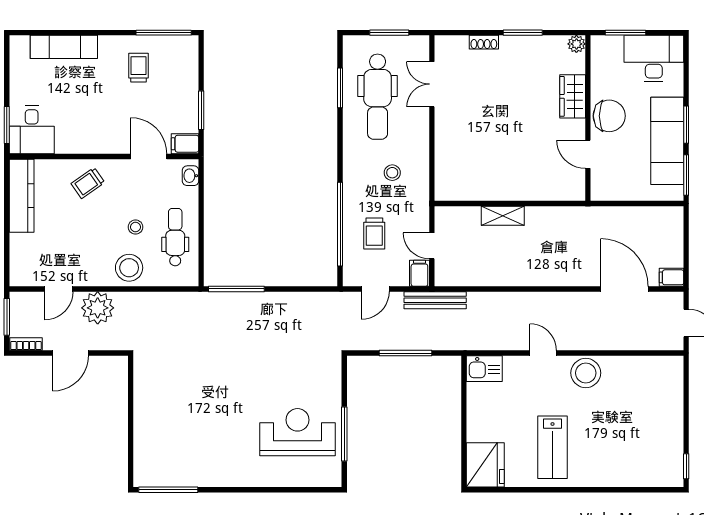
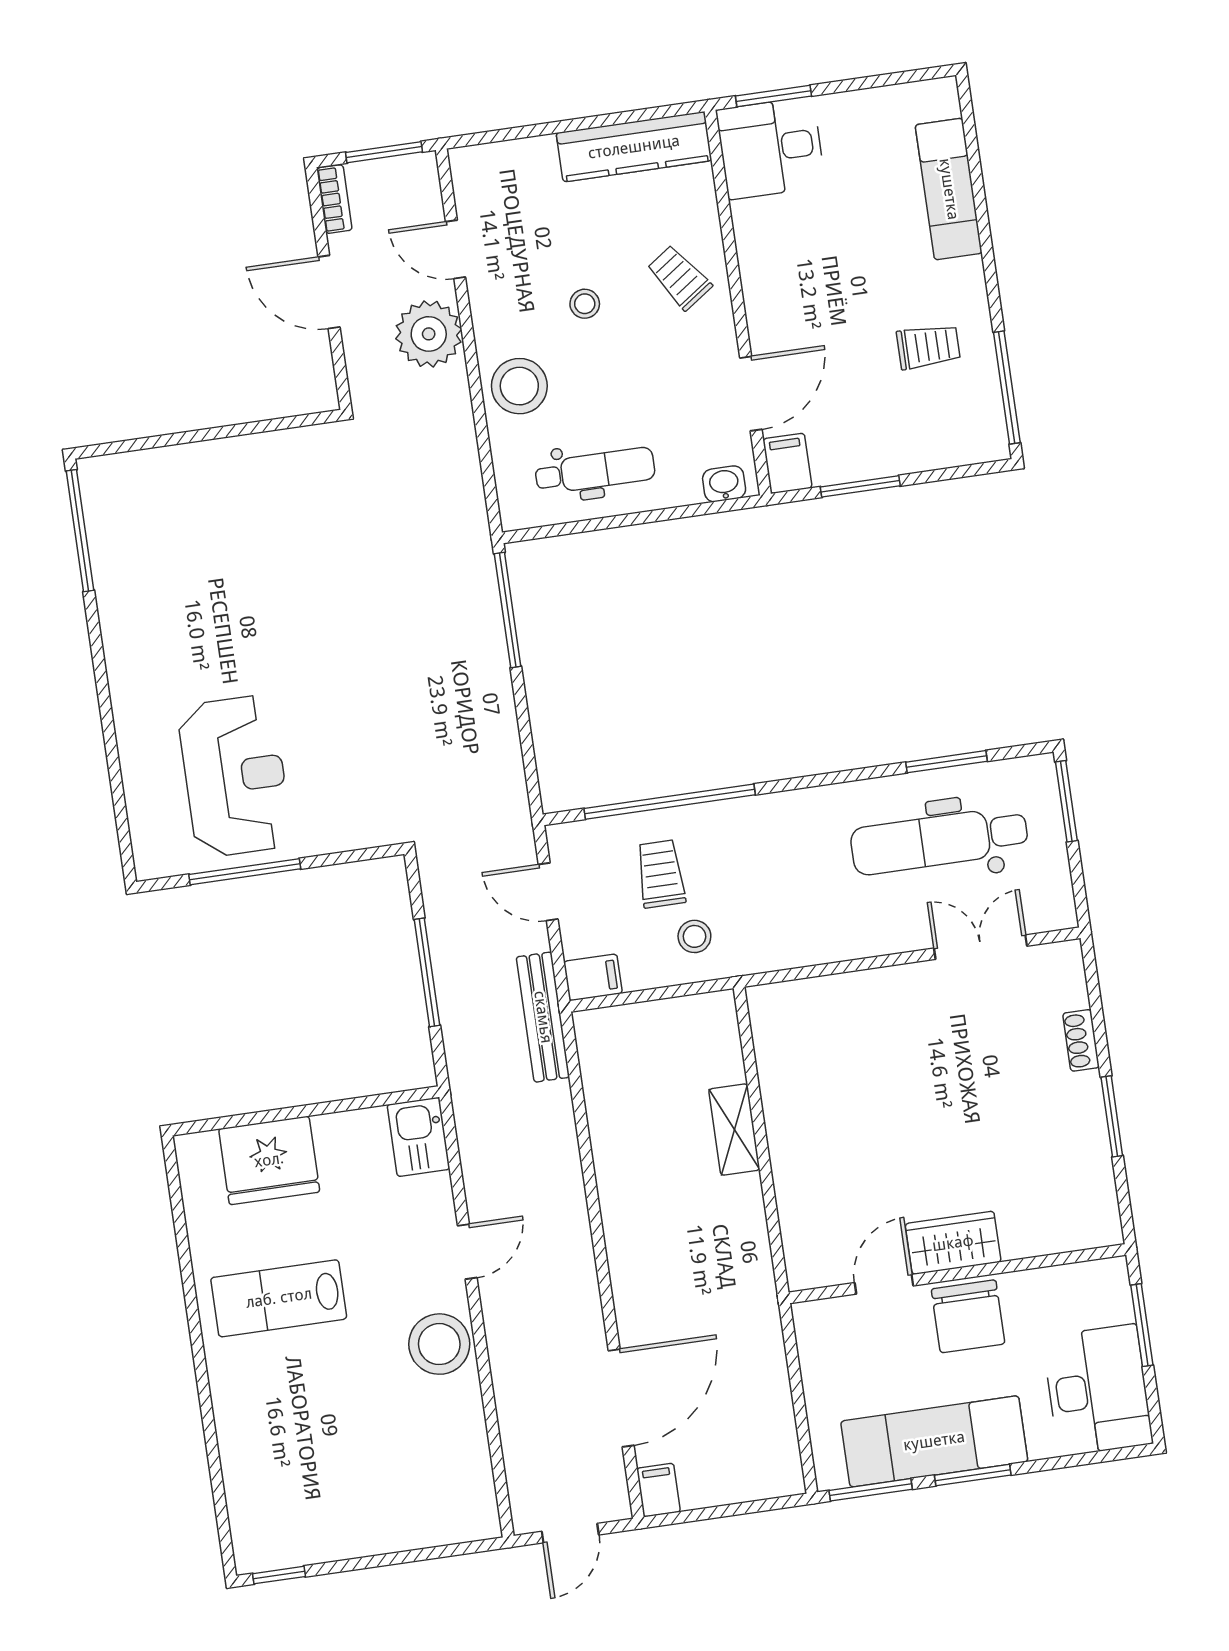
window: (389, 33) -> (1066, 801), moved
plant: (576, 44) -> (1105, 1229), removed
wardrobe: (573, 96) -> (953, 1243), moved
stool: (392, 173) -> (694, 936), moved
stool: (135, 227) -> (585, 304), moved
trolley: (374, 233) -> (661, 874), turned 90
door: (432, 246) -> (652, 994), removed
fridge: (485, 465) -> (269, 1160), moved

